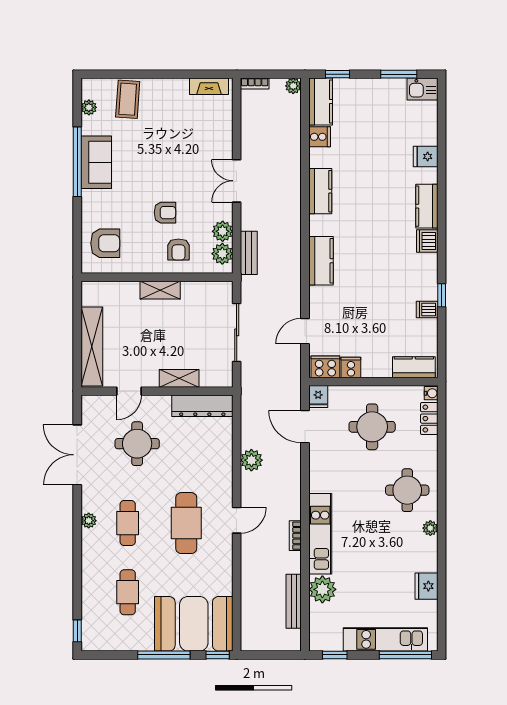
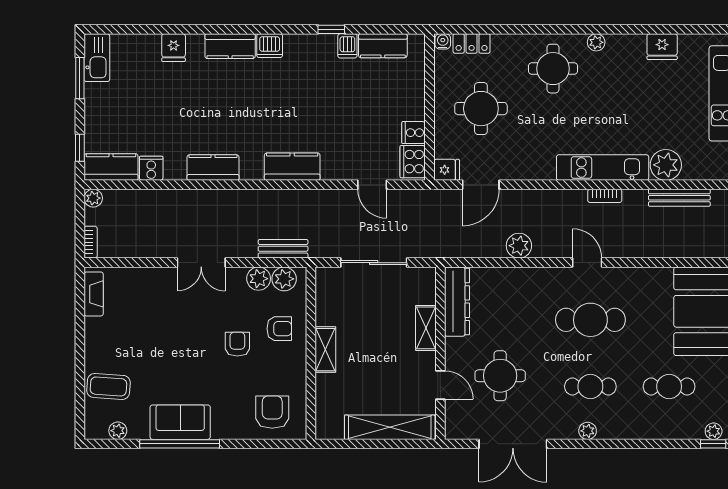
kitchen sink: (423, 89) -> (97, 58), width x1.38
kitchen counter: (414, 367) -> (383, 46), moved, turned -90
plant: (88, 631) -> (714, 431), added

